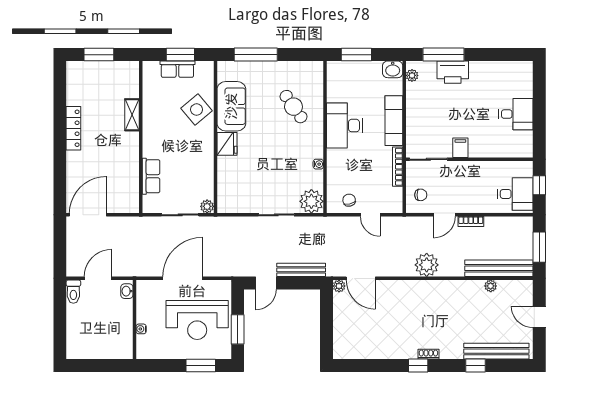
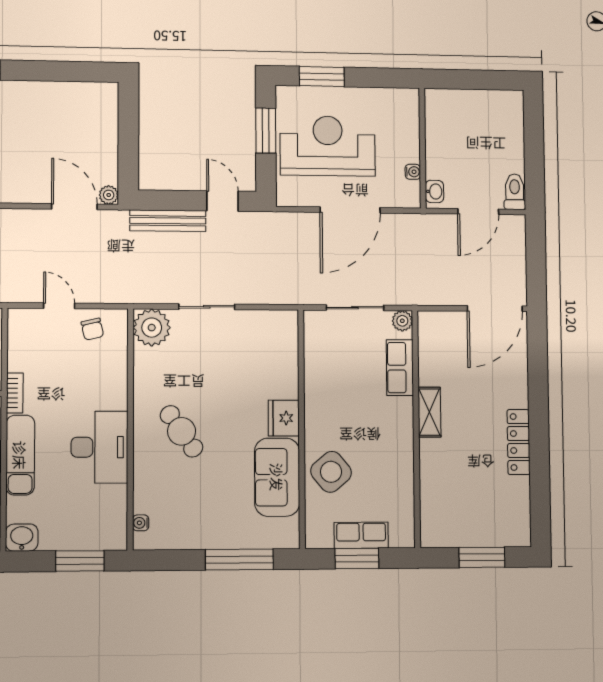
cafe table: (293, 107) -> (182, 431), moved
shelving: (132, 115) -> (429, 412), moved
water cooler: (318, 164) -> (141, 523), moved
bookcase: (398, 167) -> (15, 393), width x0.64
plant: (207, 206) -> (402, 321), moved
door: (266, 283) -> (222, 201), hinge flipped
water cooler: (141, 329) -> (413, 172), moved

